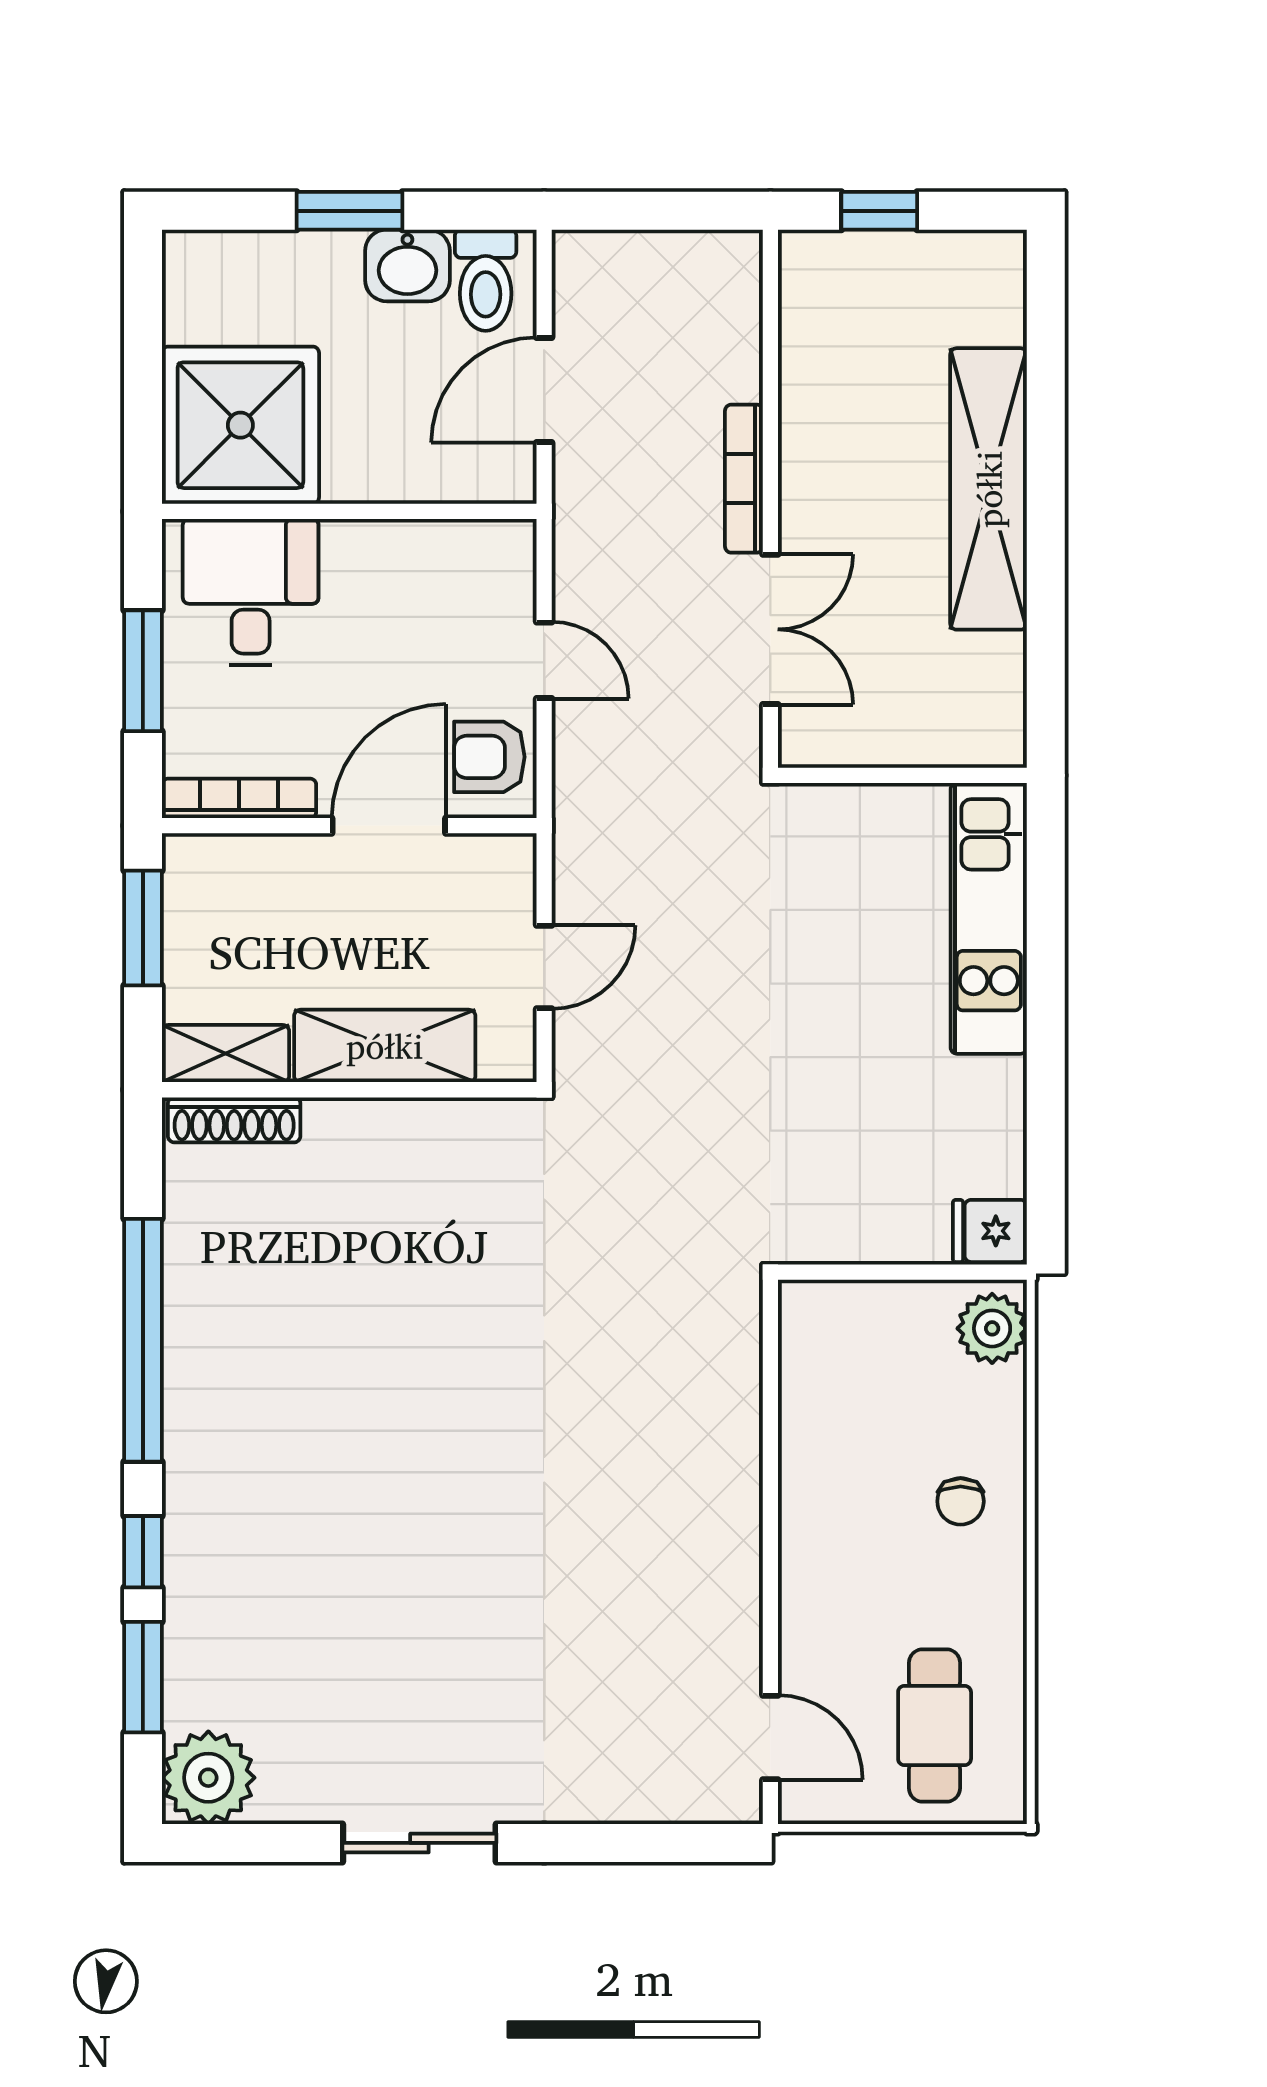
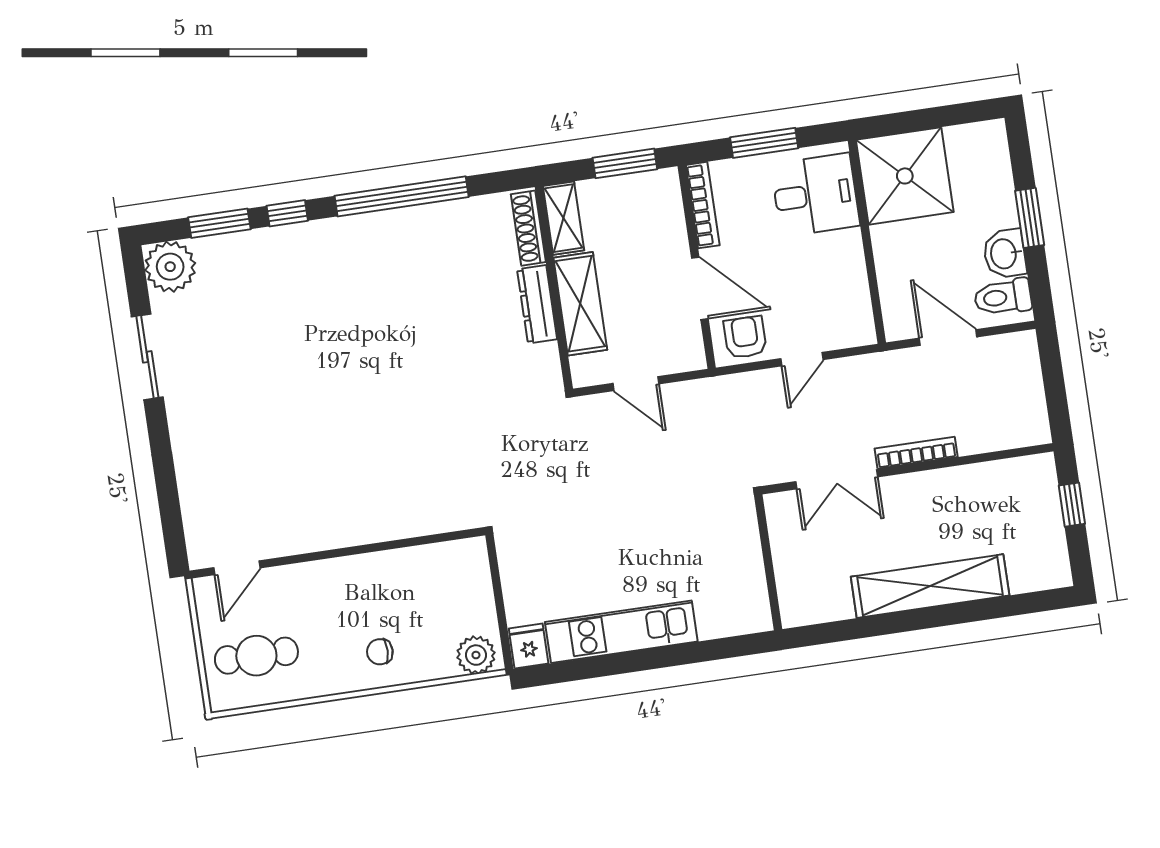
kitchen unit: (989, 918) -> (621, 632), moved
dresser: (374, 1124) -> (537, 304), added
sliding door: (419, 1843) -> (147, 357), moved

